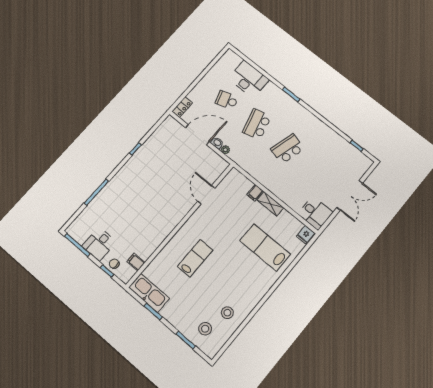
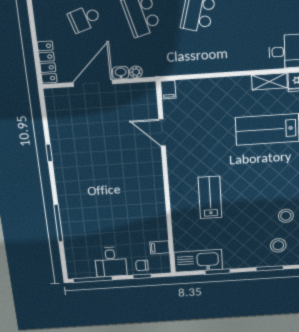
locker: (182, 107) -> (47, 62), width x1.53
filing cabinet: (255, 193) -> (168, 90), moved
shelving: (270, 204) -> (269, 81), moved

